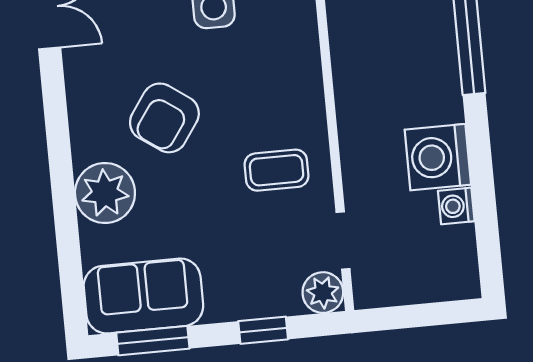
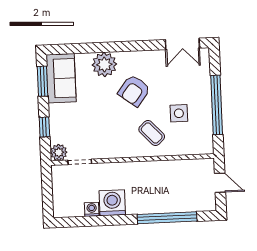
armchair: (164, 118) -> (134, 91), turned -88
coffee table: (277, 170) -> (152, 133), moved, turned -43

